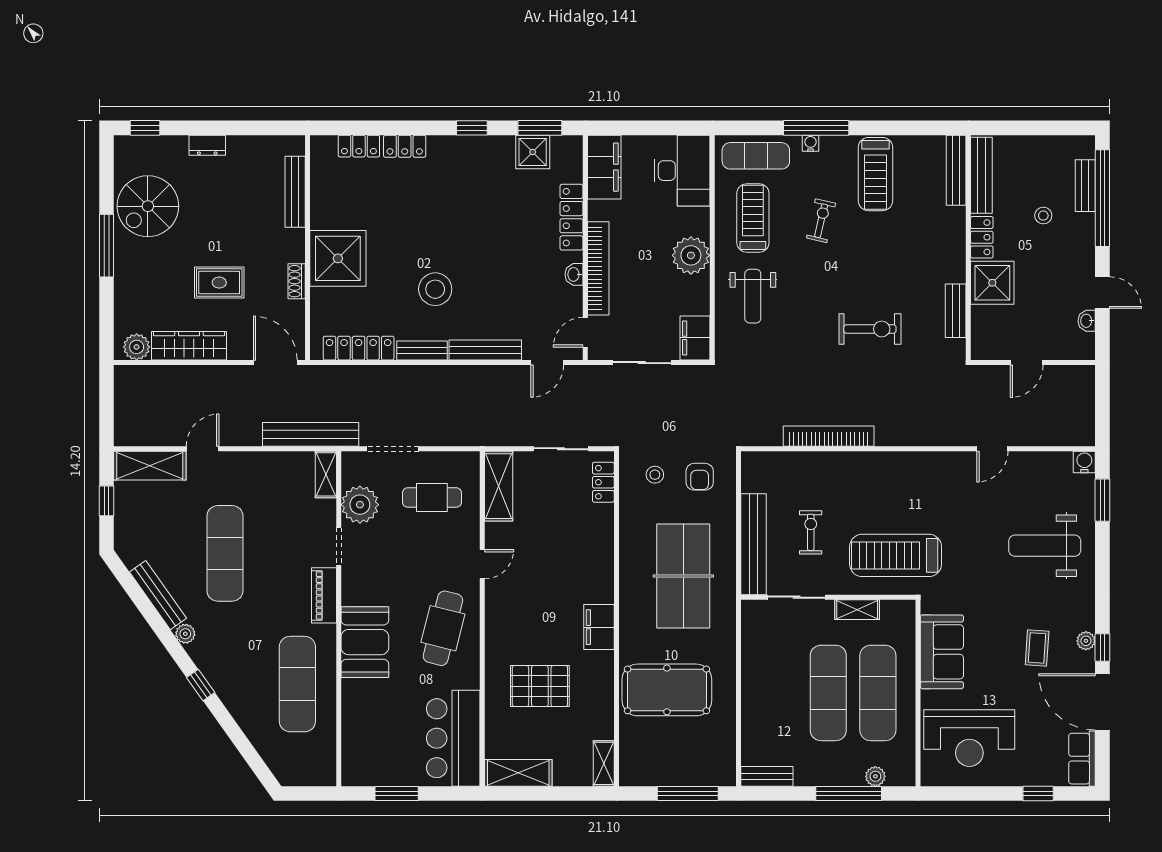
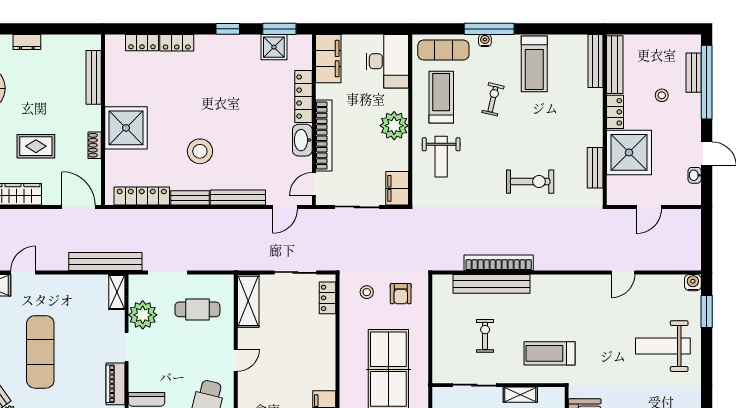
washbasin: (574, 274) -> (302, 140), width x1.91, depth x1.45
shower: (992, 283) -> (629, 152), width x1.37, depth x1.37
bench: (753, 544) -> (491, 284), moved, turned 90
treadmill: (896, 555) -> (550, 353), width x0.73, depth x0.73

